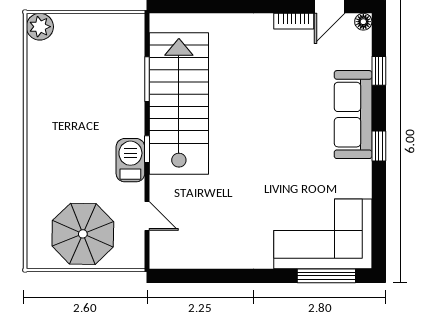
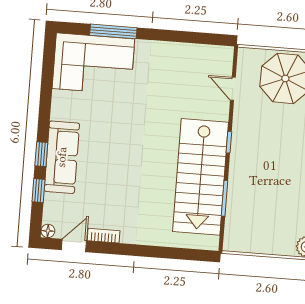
window: (379, 146) -> (41, 154), moved
barbecue: (130, 160) -> (243, 134), removed
window: (326, 276) -> (113, 31), moved

